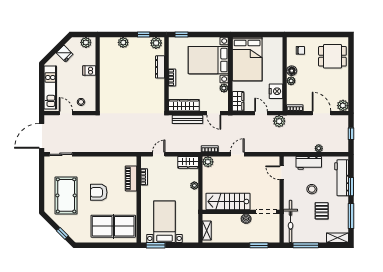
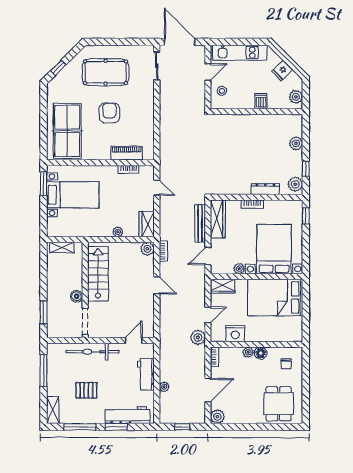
stool: (312, 189) -> (113, 378), removed
bicycle: (291, 221) -> (93, 352), moved

